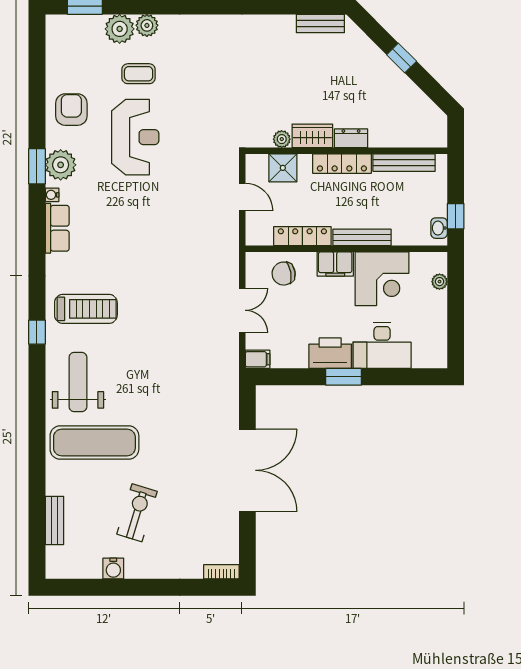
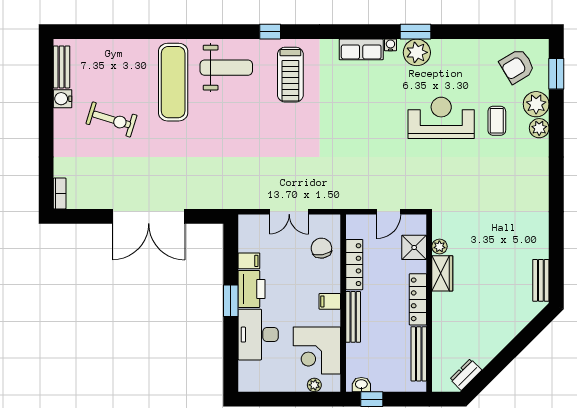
window: (402, 58) -> (511, 352), removed
armchair: (71, 110) -> (517, 66), moved, turned 149
reception desk: (135, 137) -> (441, 118), turned 180
dresser: (351, 138) -> (466, 375), moved, turned -135
filing cabinet: (335, 264) -> (330, 301), width x0.50
corner desk: (382, 279) -> (317, 351), moved
filing cabinet: (258, 359) -> (249, 261), moved, turned -90
bench: (55, 520) -> (62, 67), moved, turned 90

